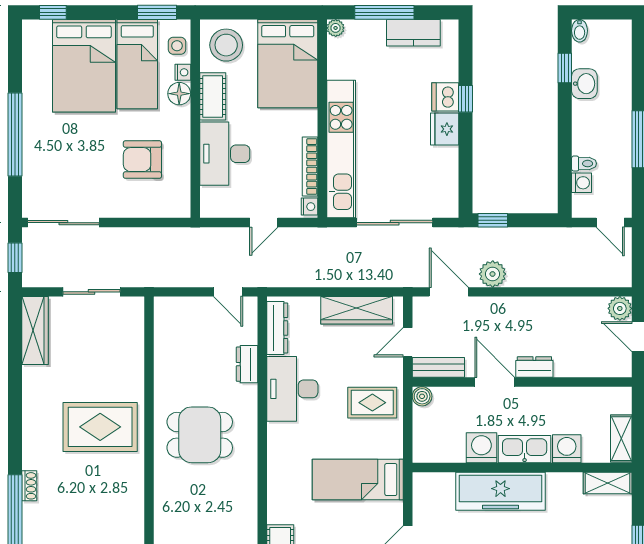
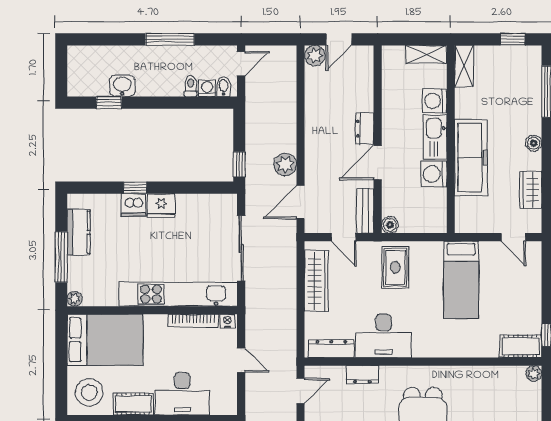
bidet: (580, 31) -> (224, 87), moved, turned -90

